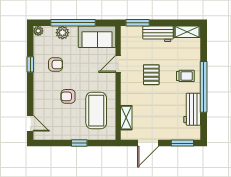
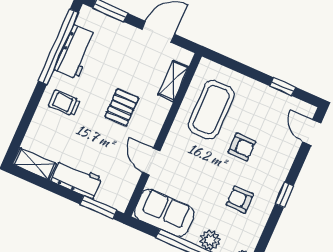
window: (30, 64) -> (284, 195), moved
door: (118, 64) -> (151, 162), swing flipped
pallet: (151, 75) -> (122, 107), moved
window: (204, 87) -> (58, 47), moved
window: (79, 143) -> (283, 87), moved

